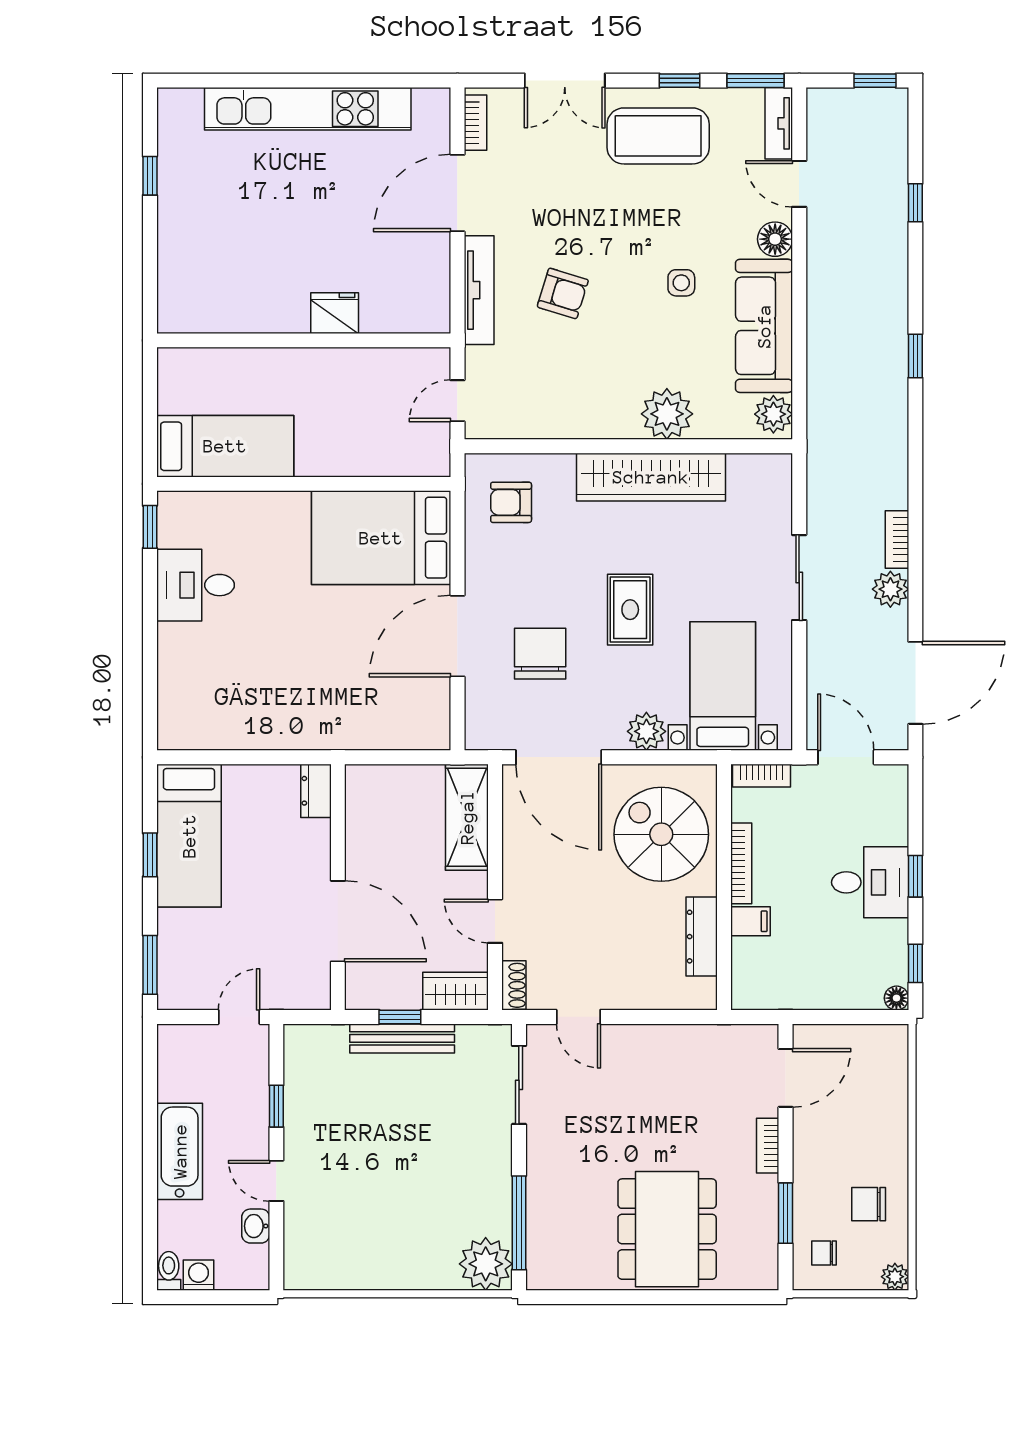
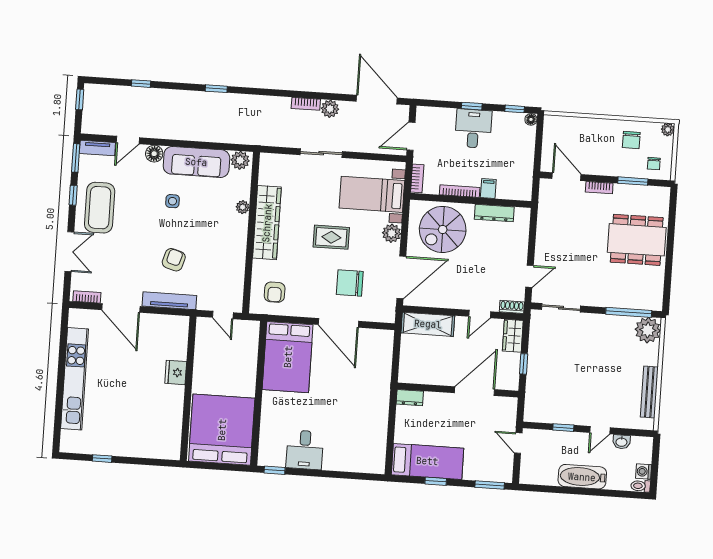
plant: (667, 414) -> (243, 207), width x0.53, depth x0.53
bed: (225, 446) -> (222, 430), width x2.04
bench: (402, 1038) -> (649, 392), moved

